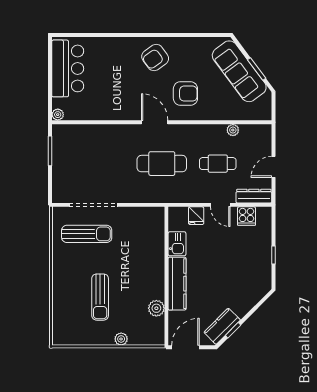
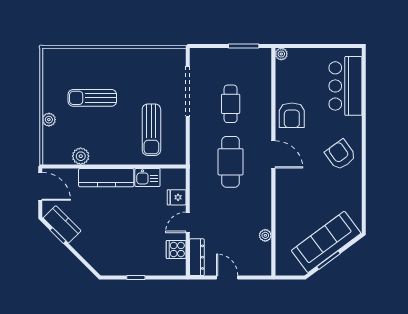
bar counter: (68, 68) -> (345, 86), moved, turned 90
armchair: (185, 94) -> (292, 115), moved
door: (155, 122) -> (273, 154), hinge flipped
cafe table: (218, 164) -> (231, 104), moved
sun lounger: (87, 234) -> (151, 130), moved

